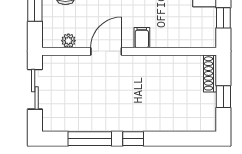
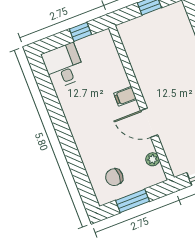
shoe rack: (210, 73) -> (133, 25), removed

